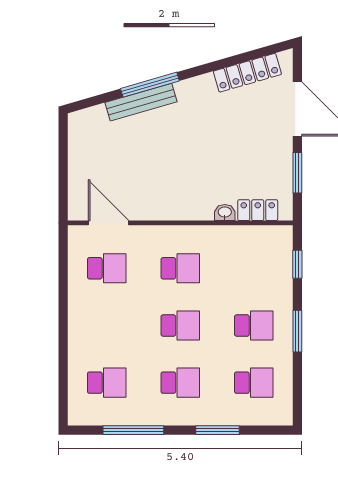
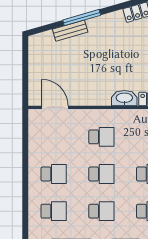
bench: (141, 102) -> (70, 31), width x0.73
washbasin: (225, 212) -> (124, 98), width x1.91, depth x1.45
school desk: (107, 268) -> (54, 174), moved

